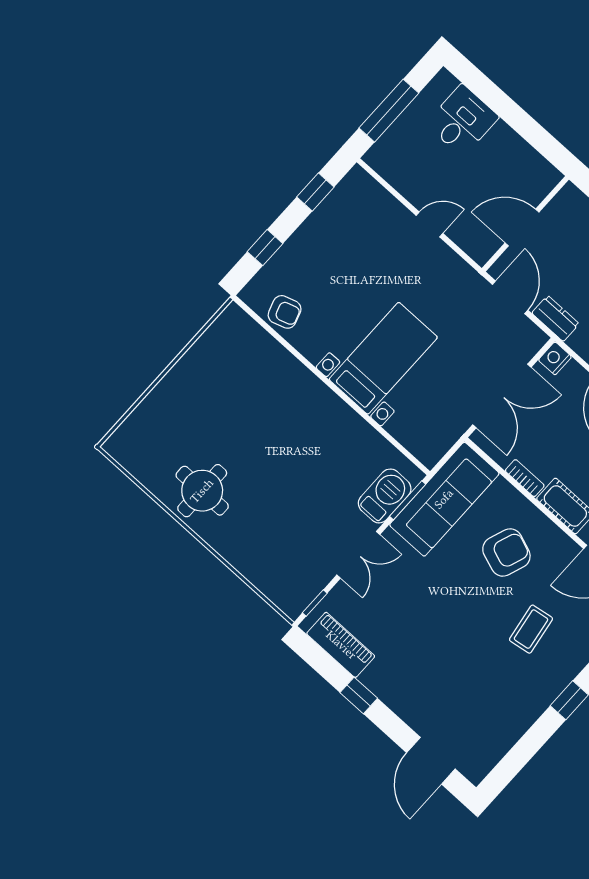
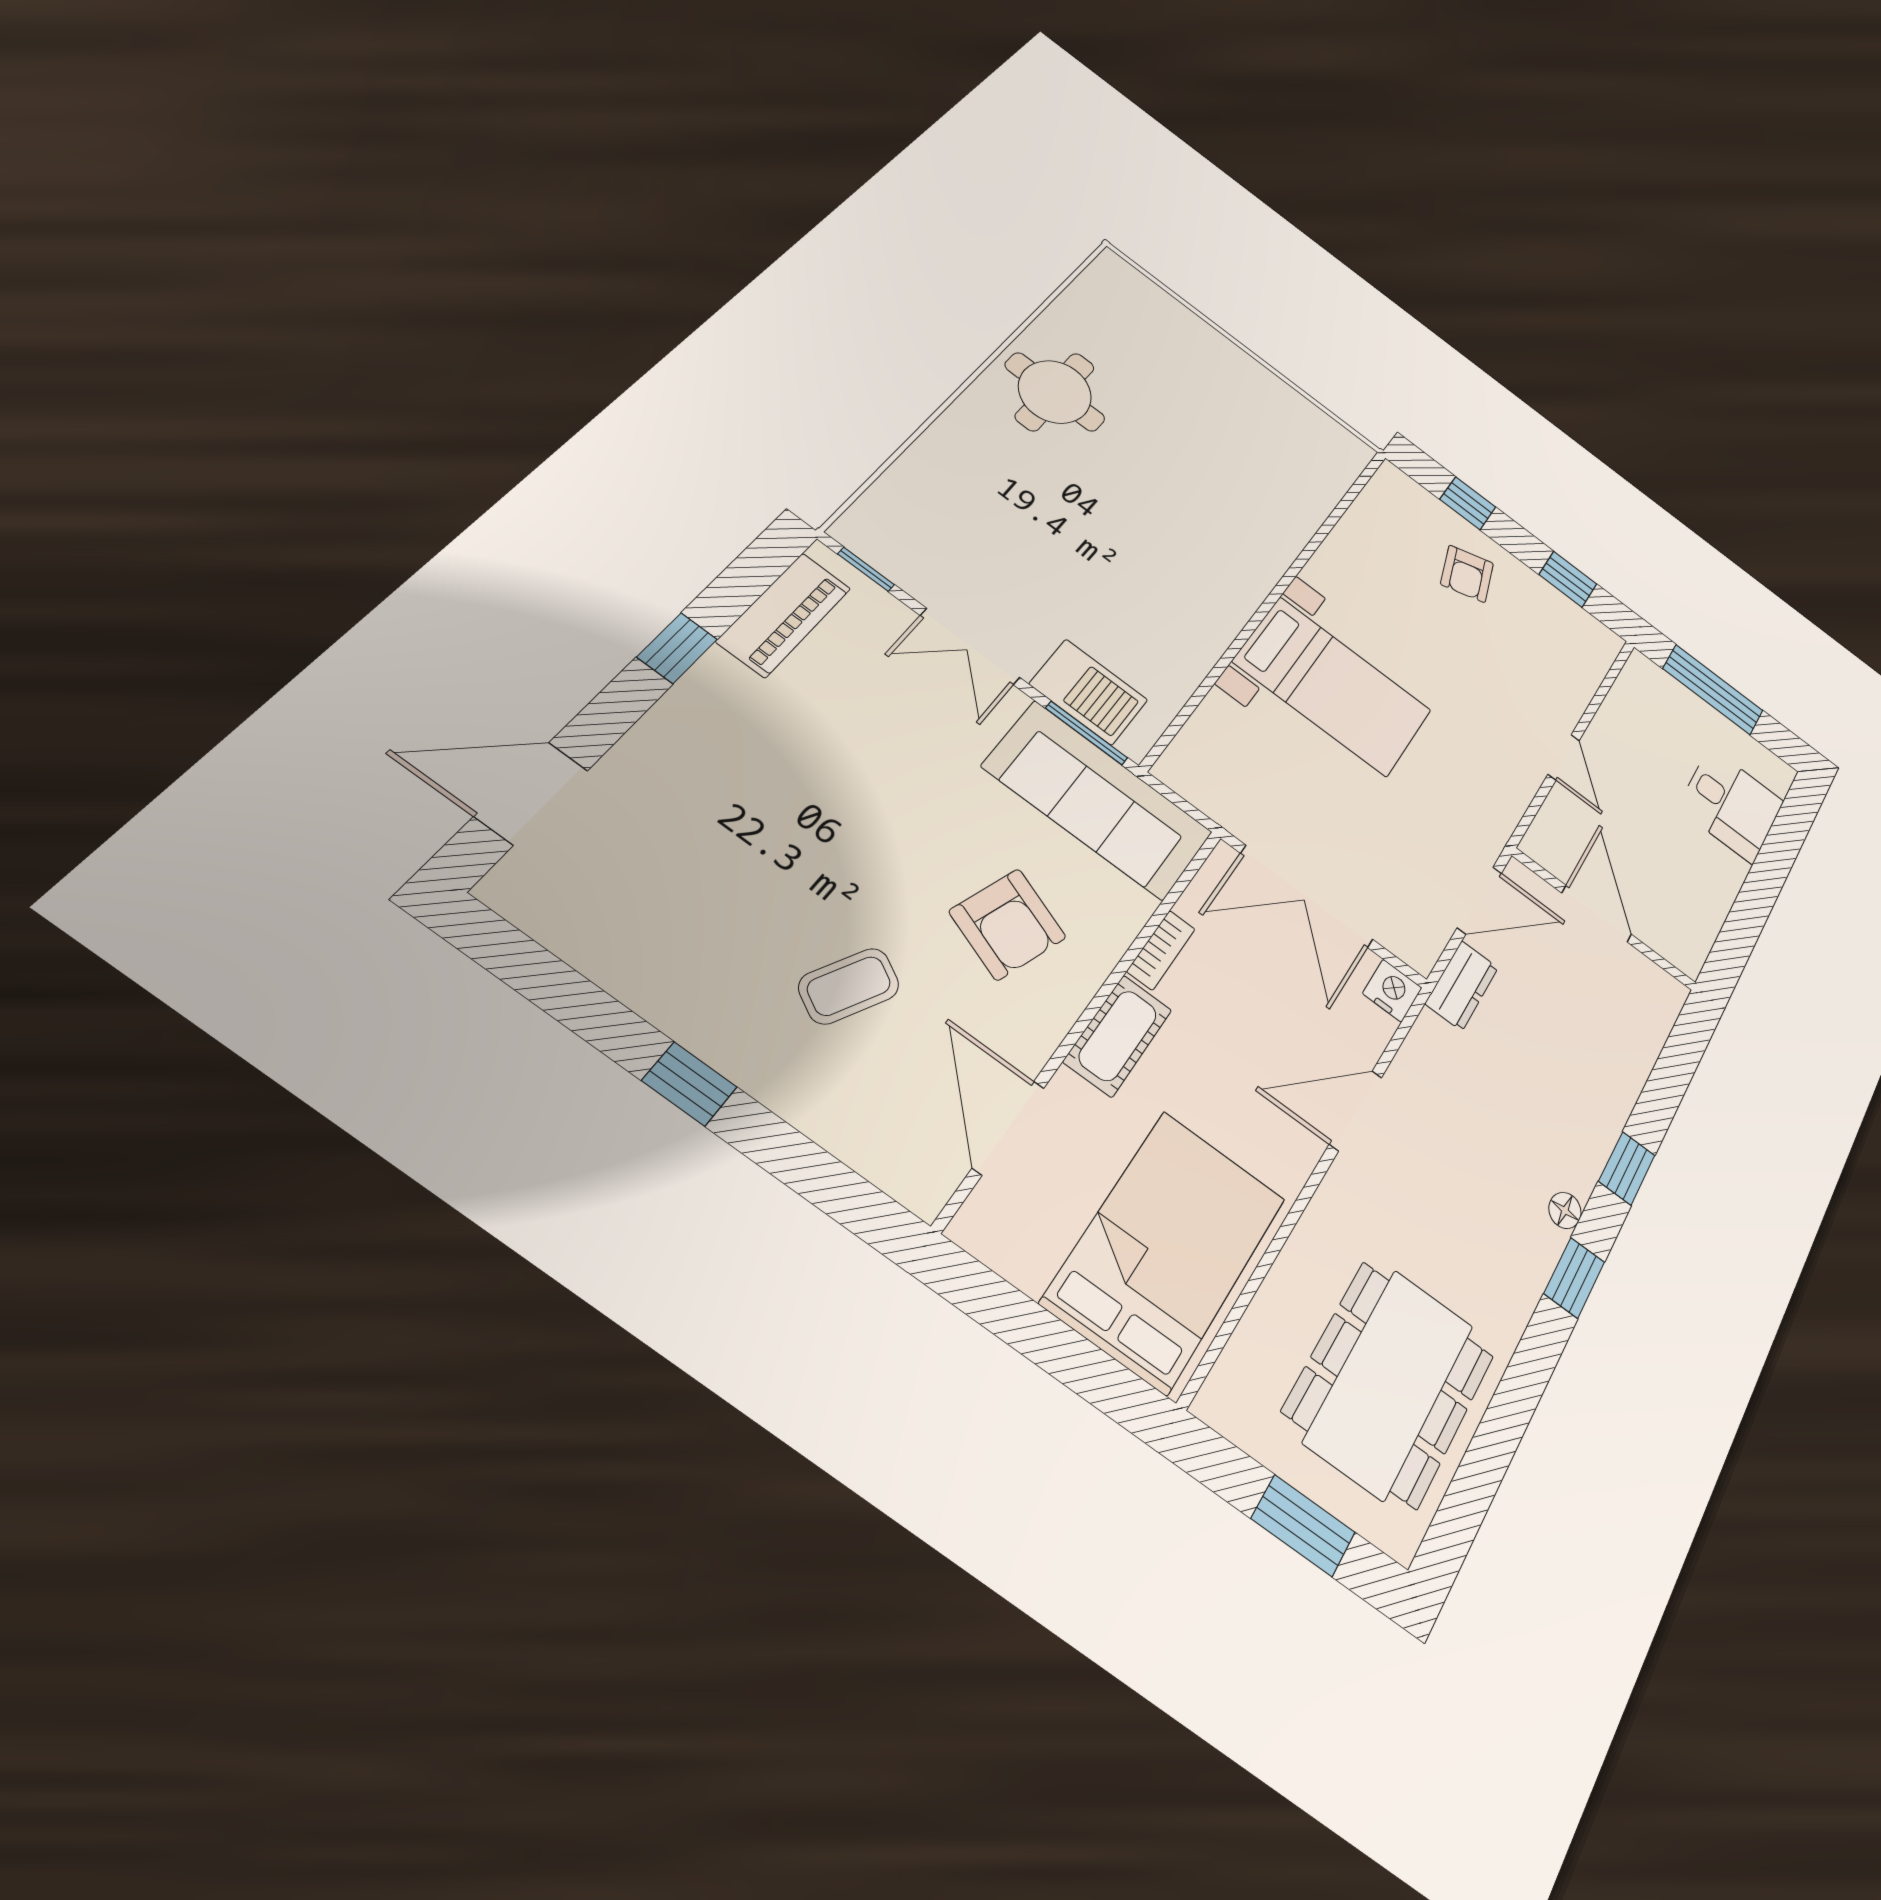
armchair: (285, 312) -> (1467, 574), moved
coffee table: (531, 629) -> (849, 986), turned -52

